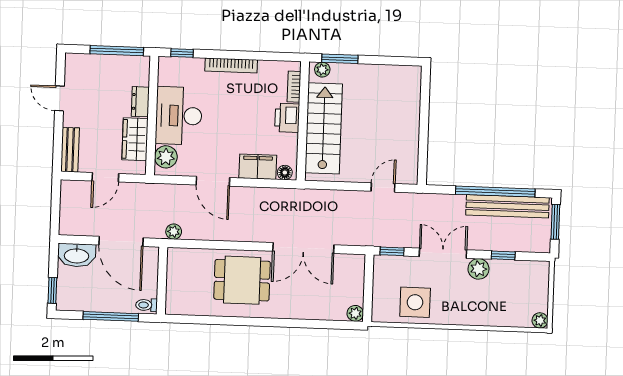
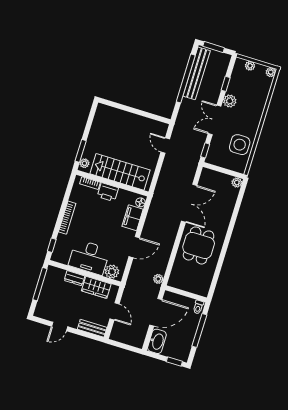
plant: (541, 286) -> (250, 66), added

